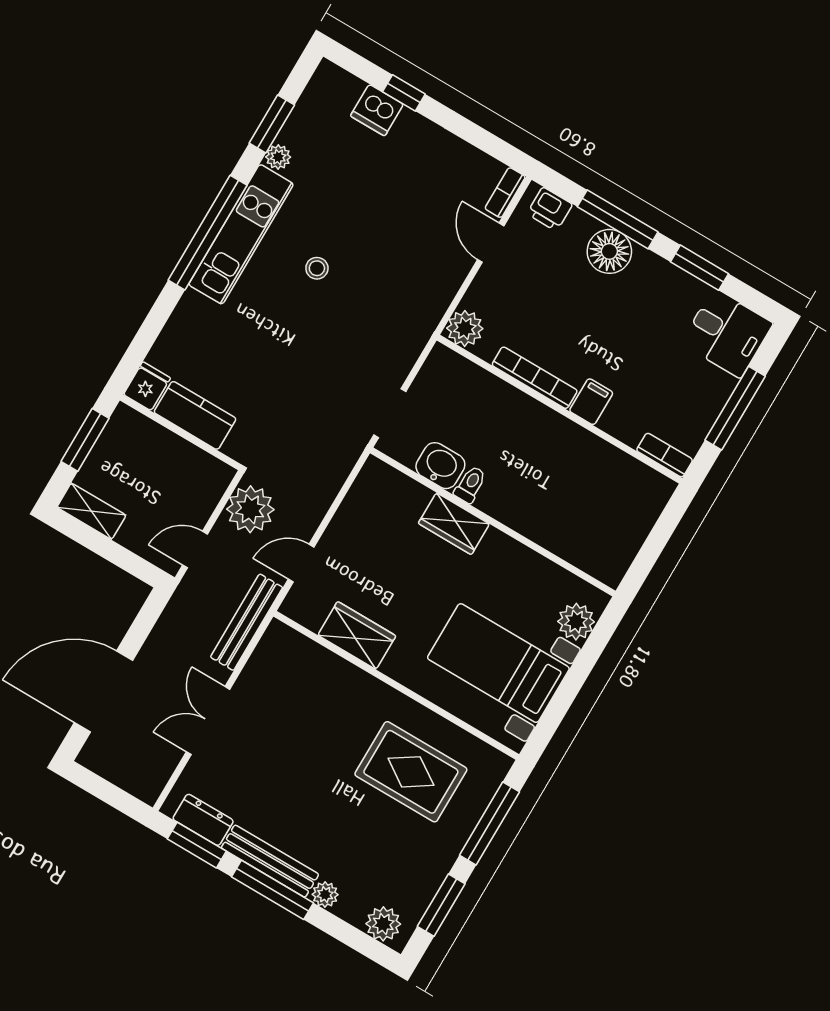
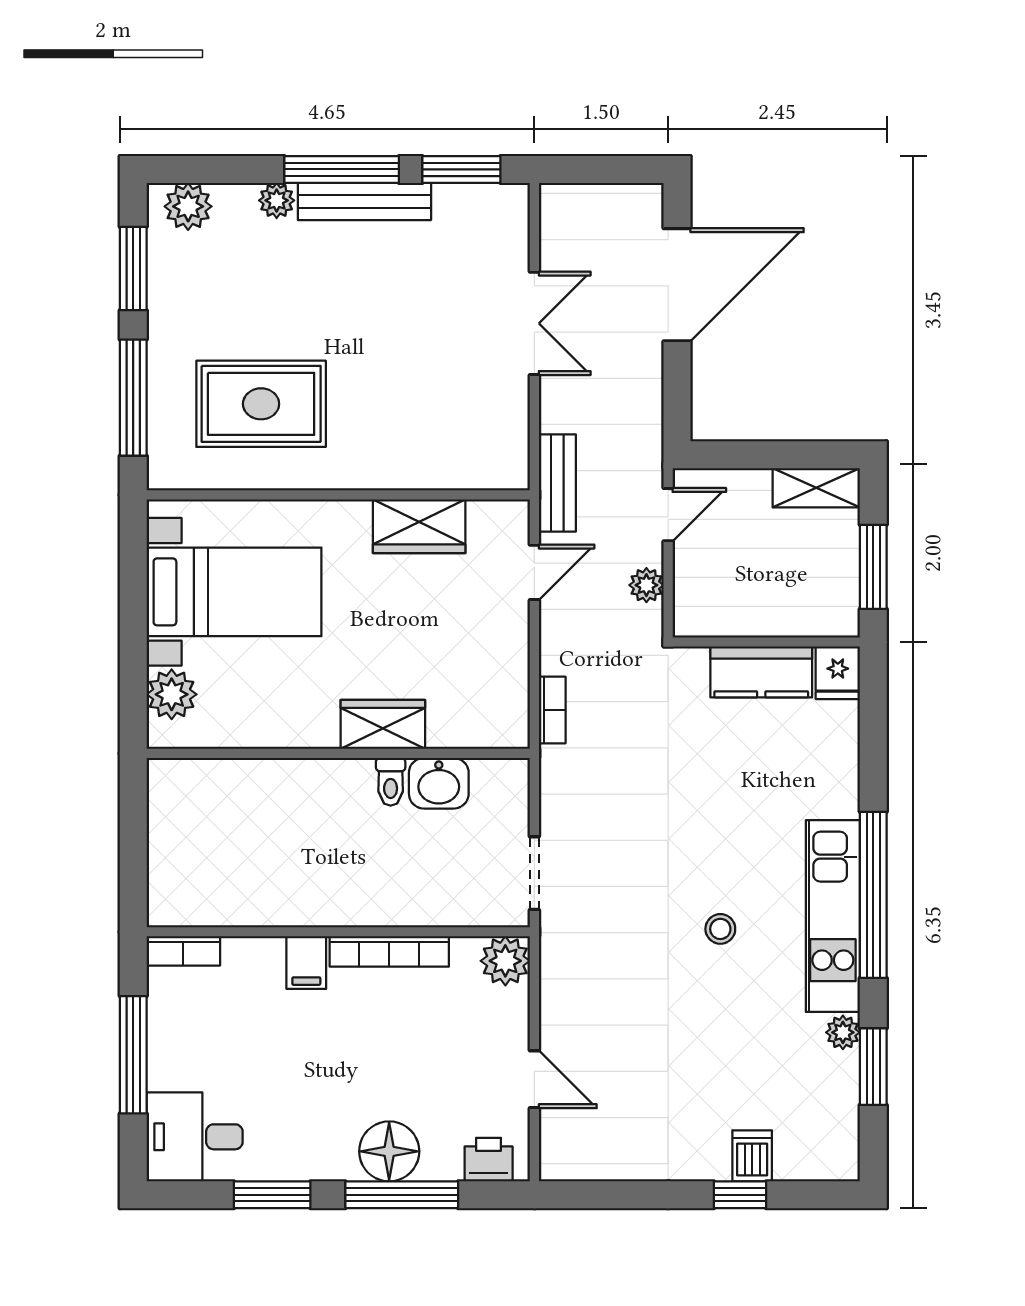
dishwasher: (377, 110) -> (752, 1156), width x0.73
bookcase: (505, 193) -> (552, 710), moved
doorway: (390, 413) -> (534, 873), moved
plant: (250, 509) -> (646, 585), width x0.53, depth x0.53
bench: (247, 622) -> (557, 483), width x0.73
dresser: (203, 820) -> (471, 203), removed

